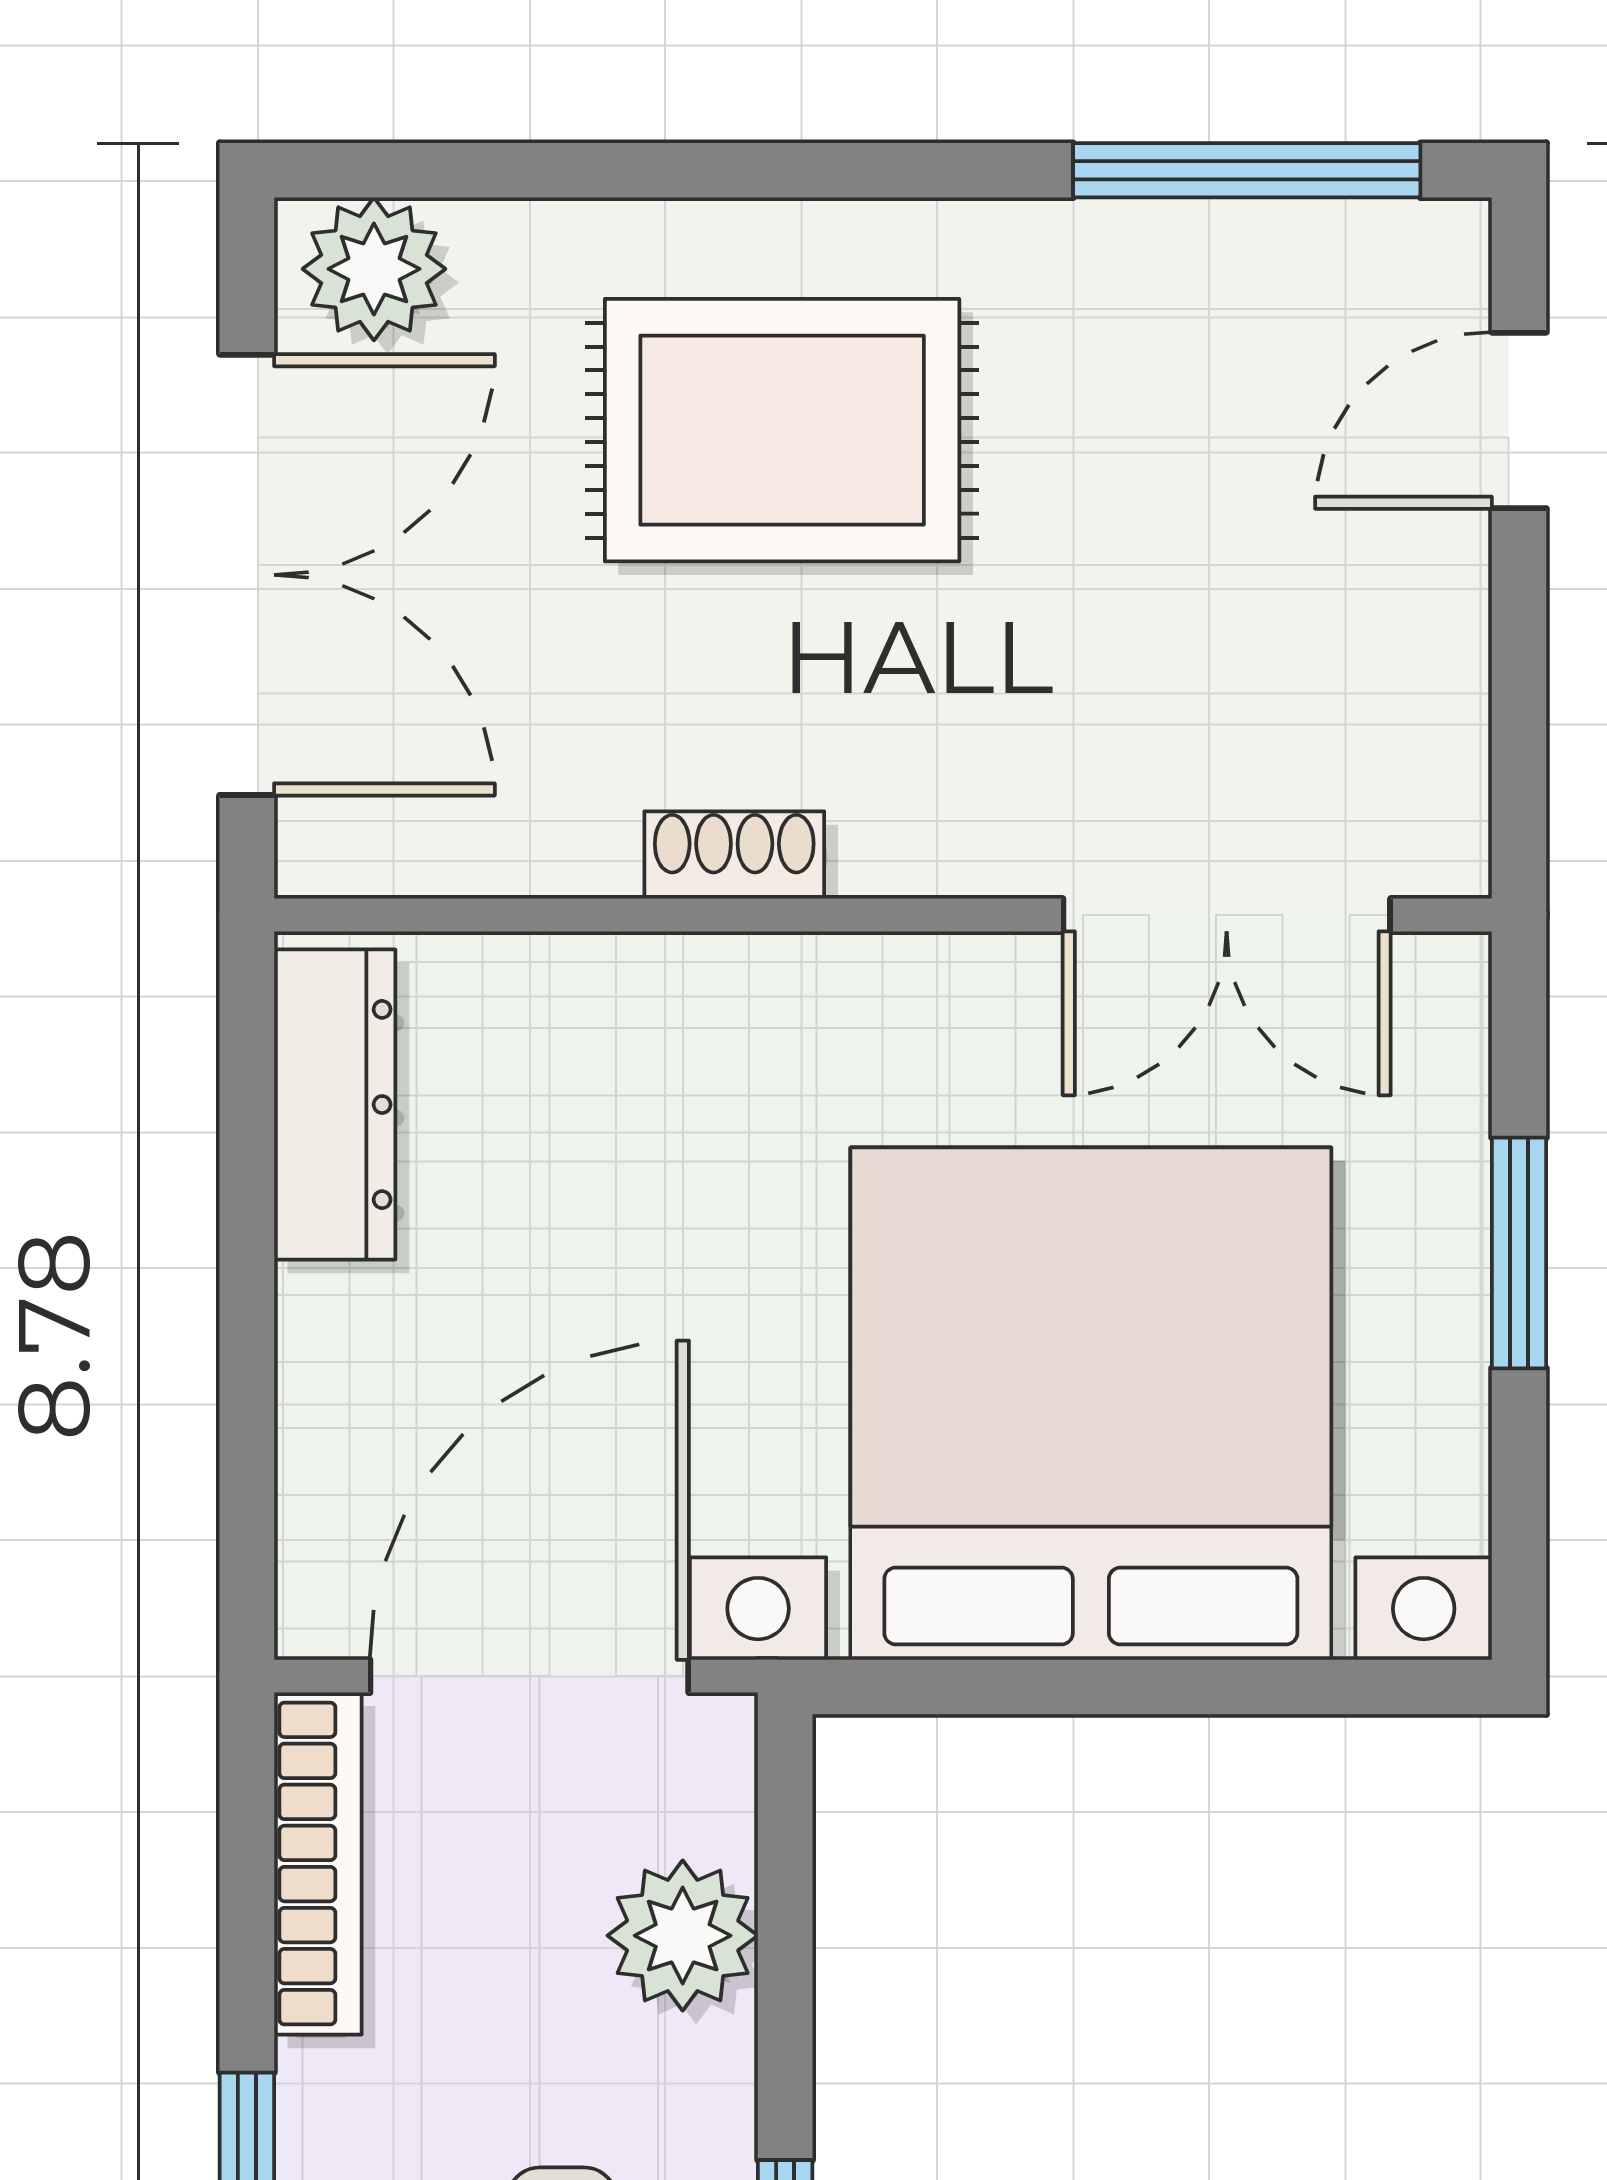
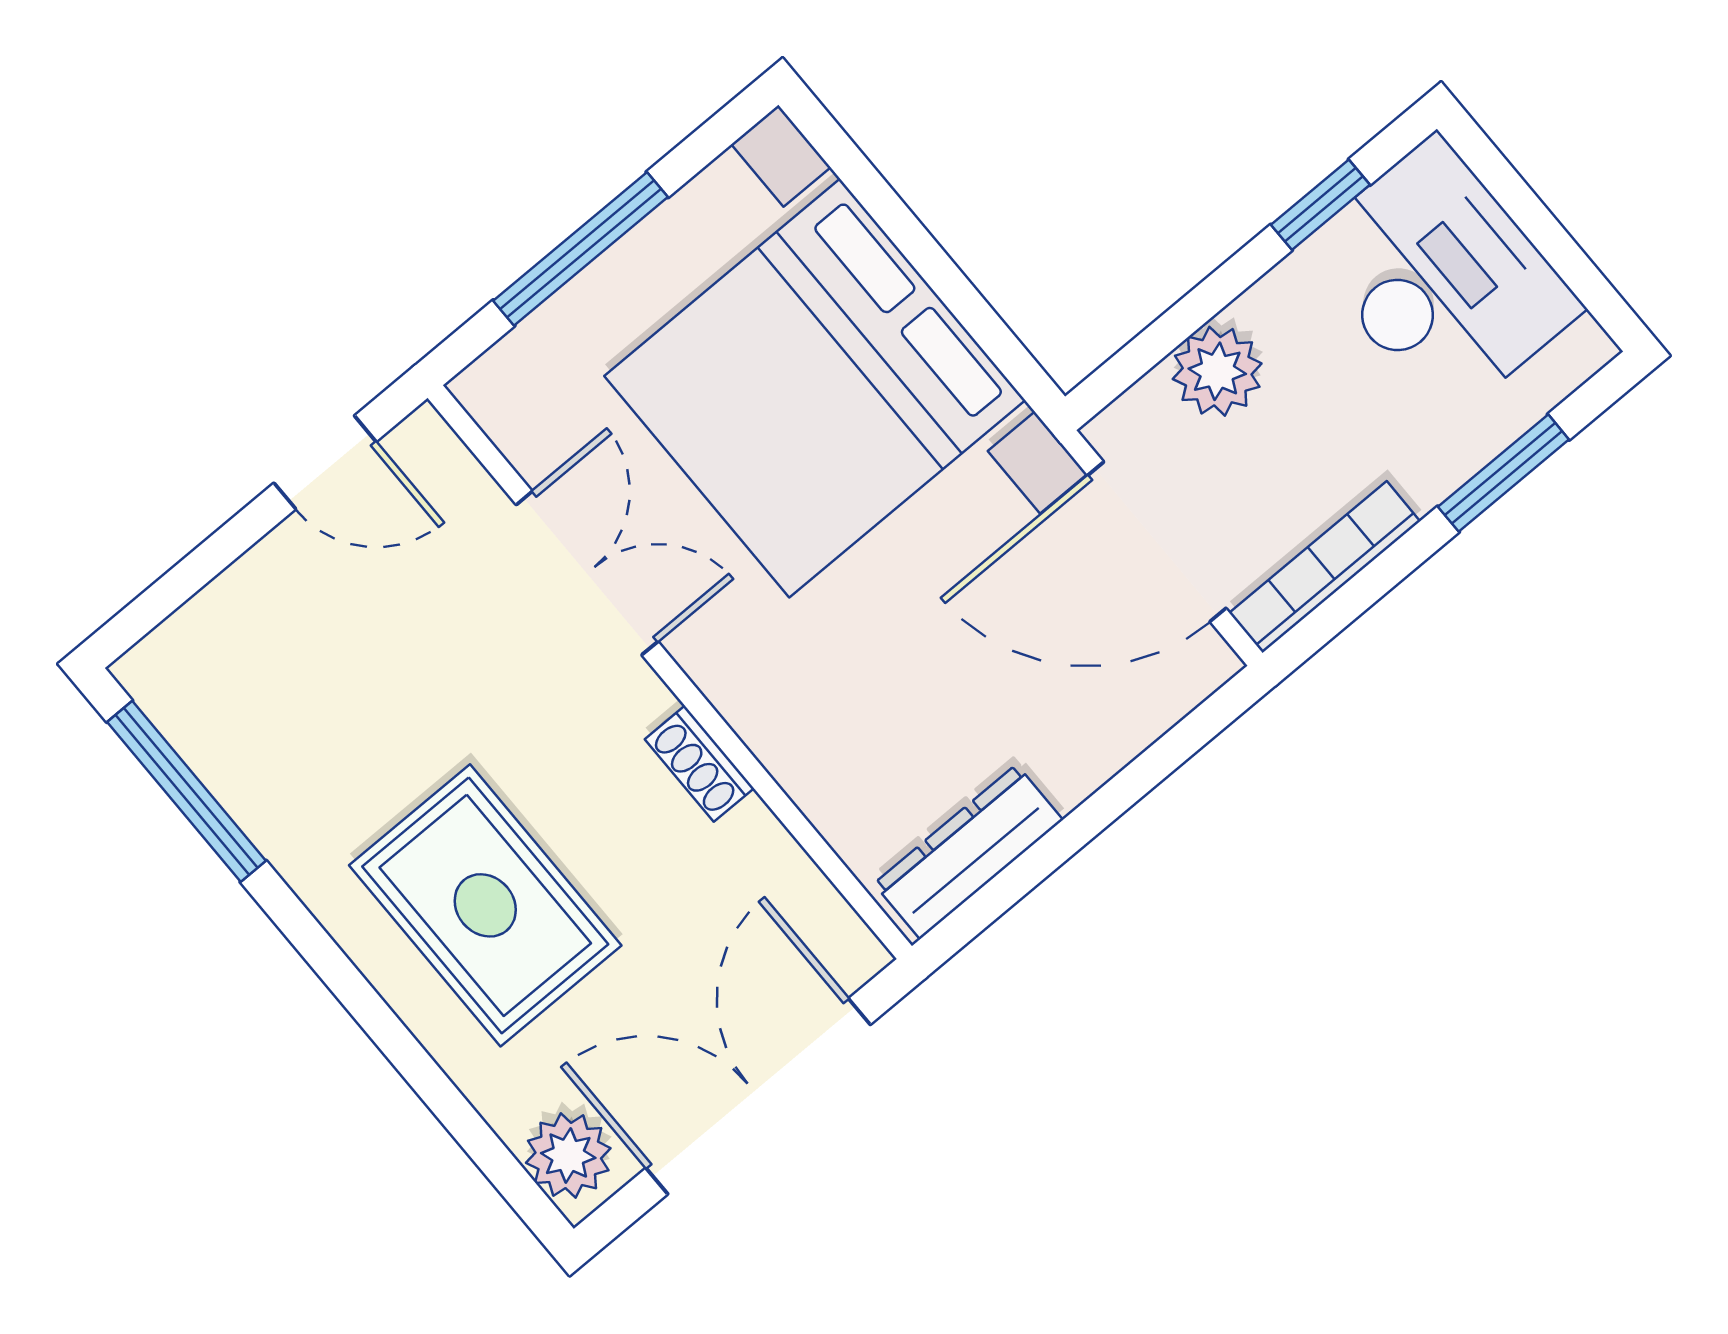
door: (1519, 420) -> (325, 462), moved
double door: (1227, 915) -> (587, 573), moved
window: (1519, 1253) -> (580, 249), width x1.44

